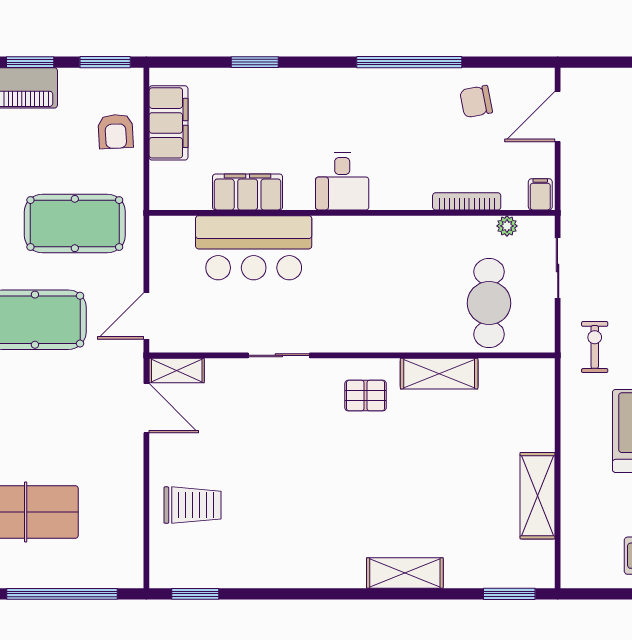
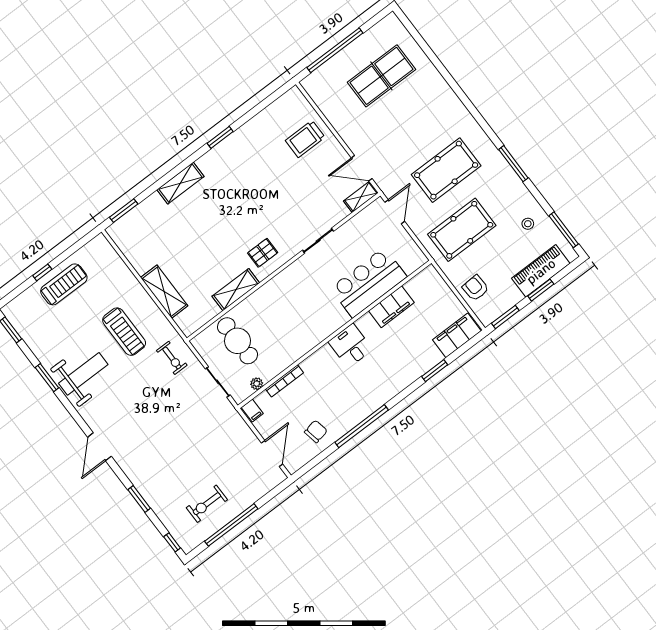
filing cabinet: (168, 123) -> (457, 335), moved, turned 90
shelving: (537, 496) -> (164, 292), moved
window: (195, 594) -> (220, 137), moved

